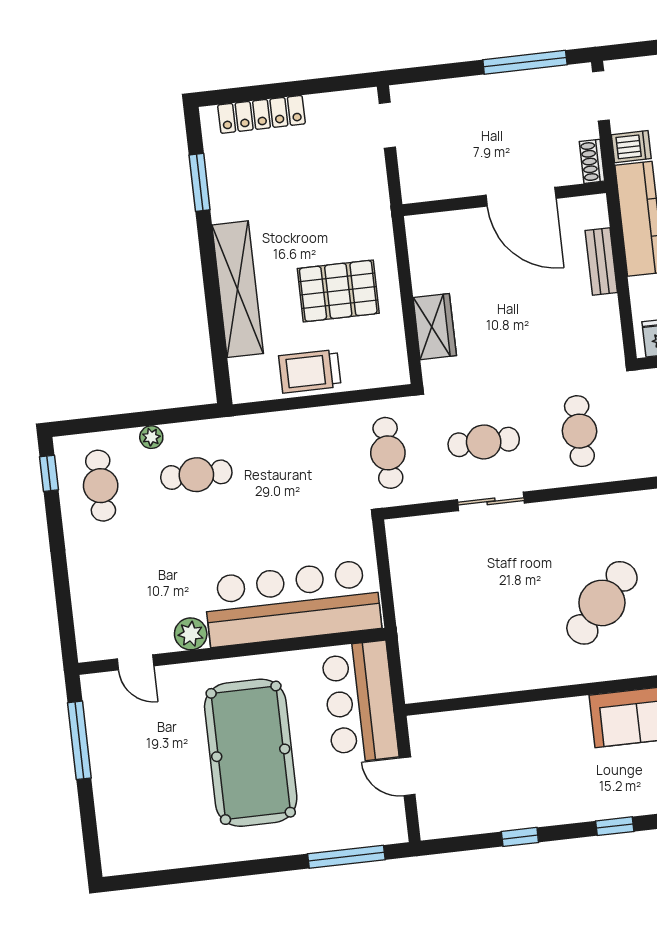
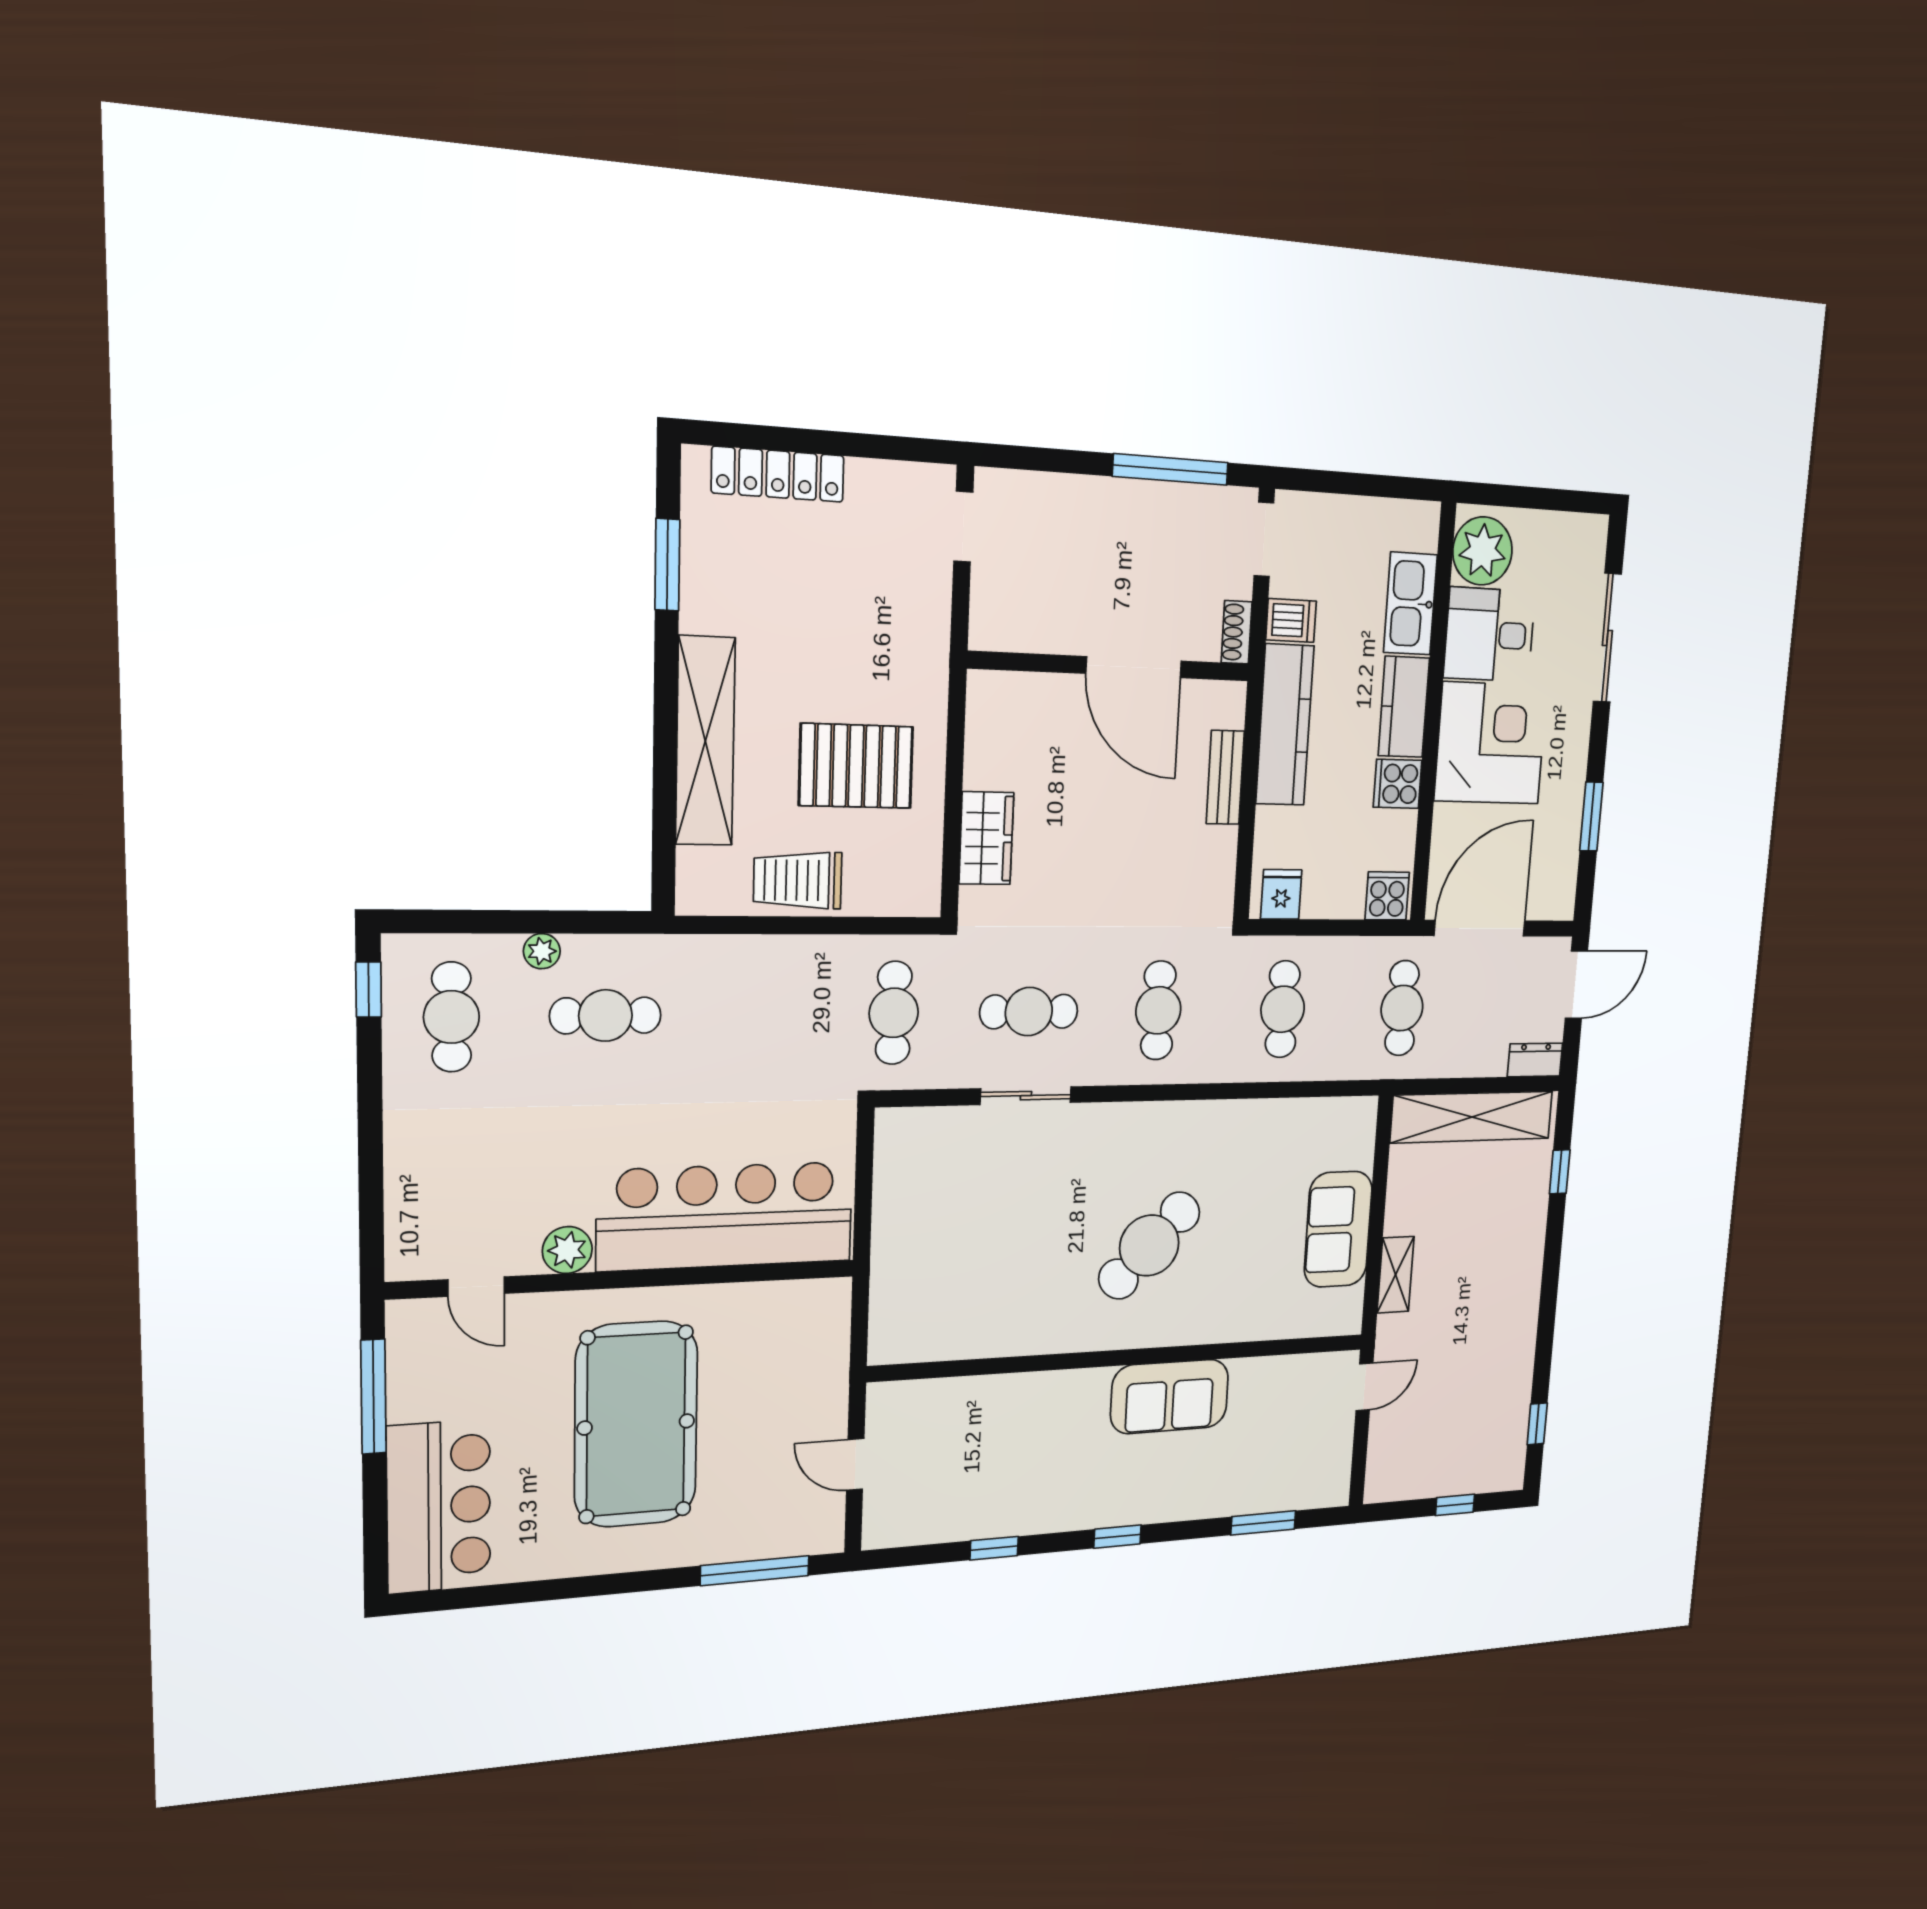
bar counter: (360, 702) -> (439, 1507), moved, turned 180

